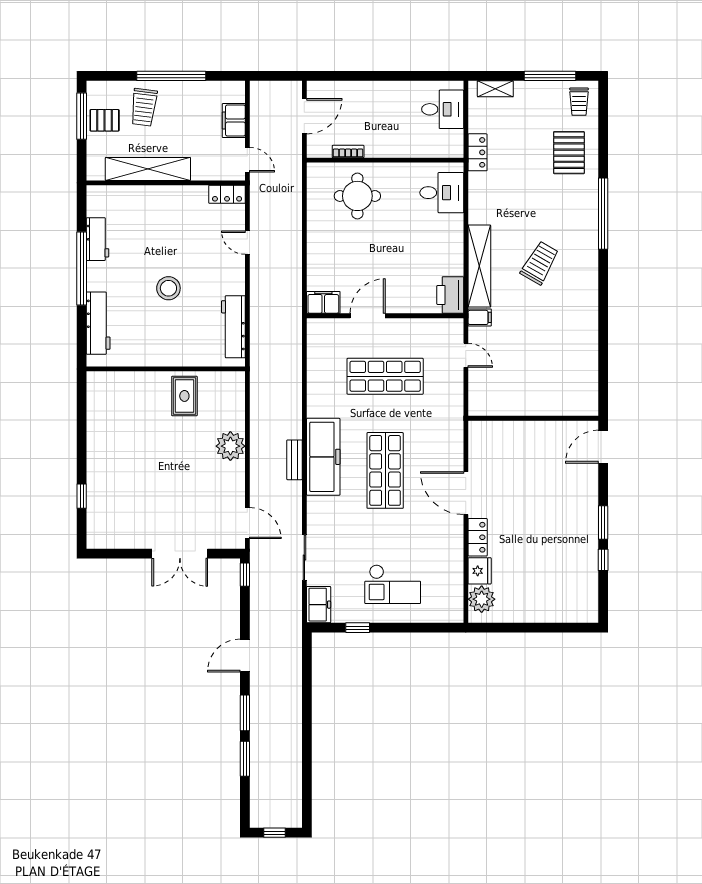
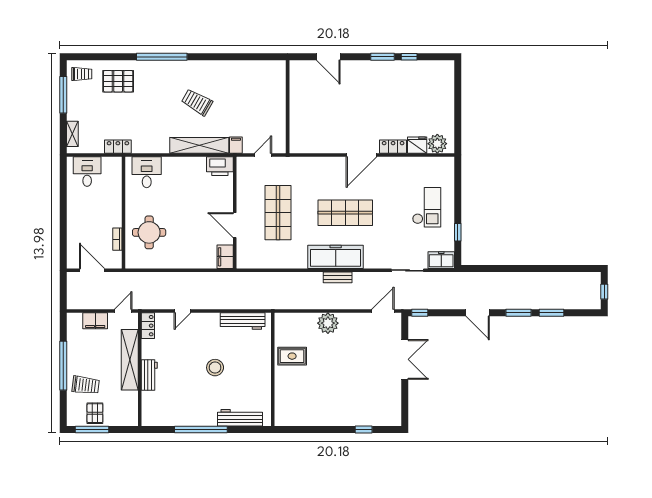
shelving: (148, 169) -> (130, 360), moved
workbench: (98, 239) -> (149, 375), moved, turned 90
wall: (533, 418) -> (288, 107), moved

